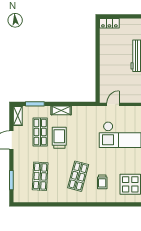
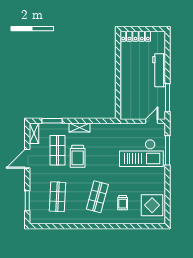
locker: (109, 23) -> (136, 36), width x1.53
door: (113, 104) -> (152, 121), moved
trolley: (59, 138) -> (78, 156), turned 180

